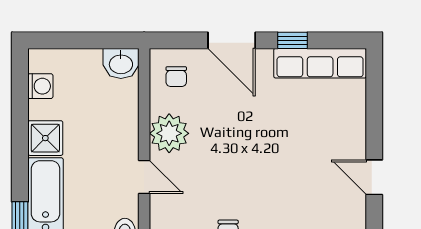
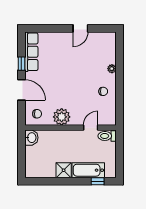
door: (232, 40) -> (21, 90), hinge flipped
washing machine: (40, 86) -> (41, 172), removed
door: (144, 177) -> (91, 128), moved

